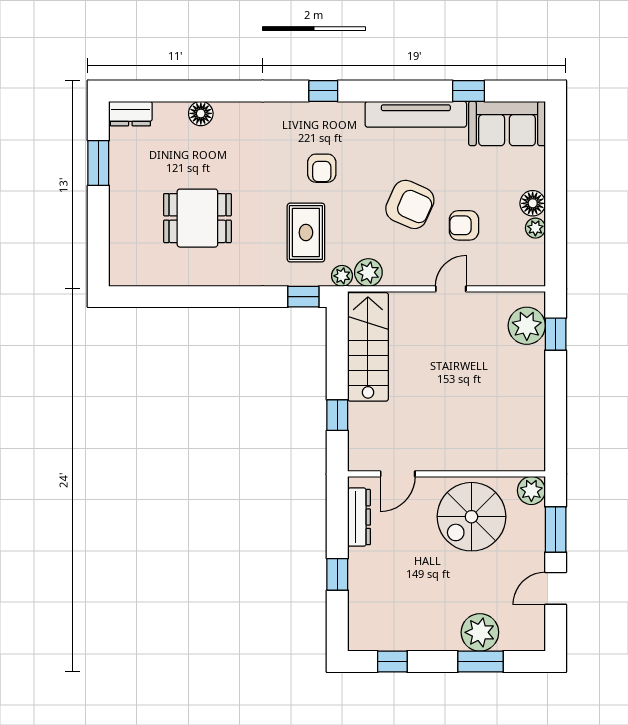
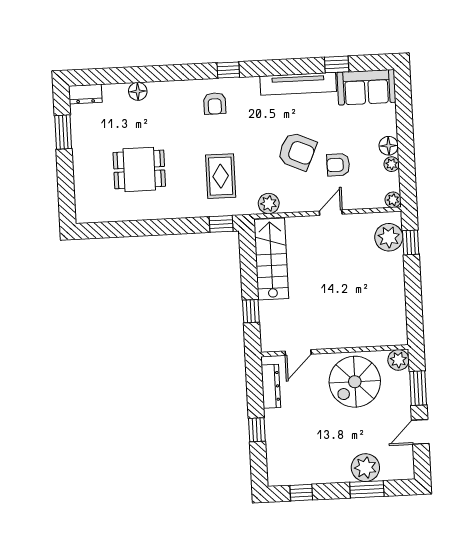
armchair: (322, 168) -> (215, 103), moved
plant: (342, 276) -> (393, 200), moved

